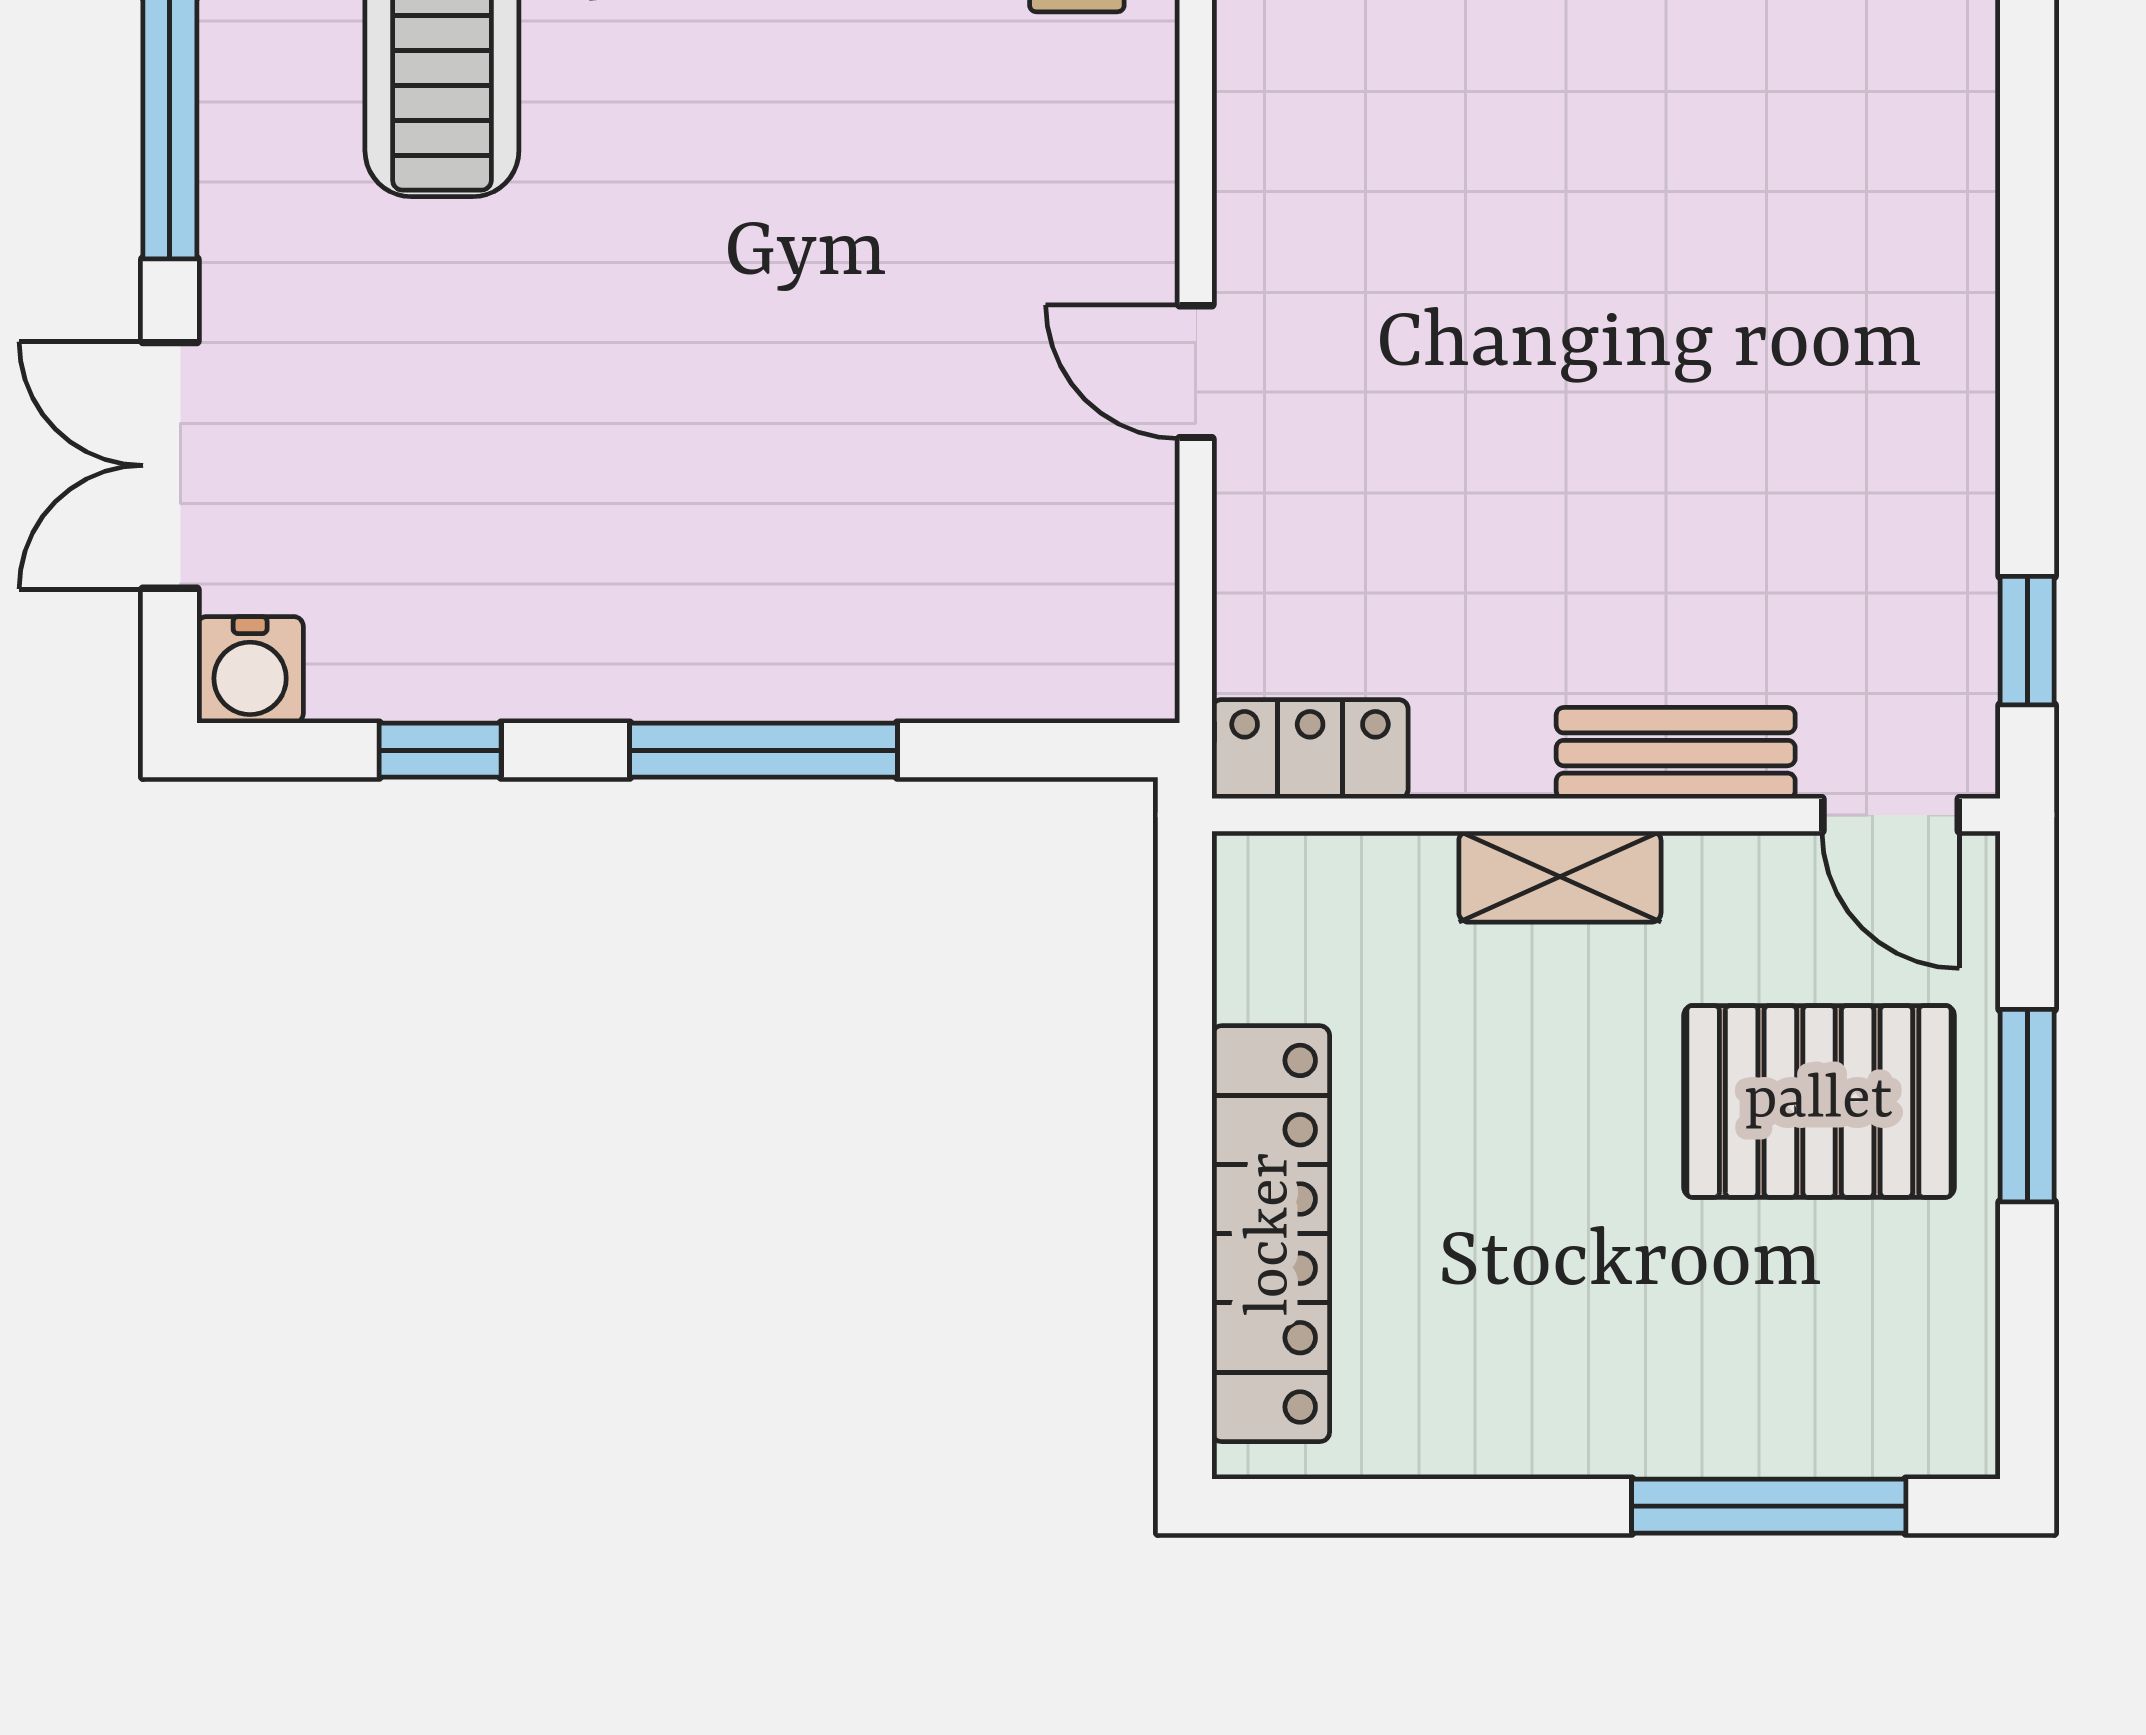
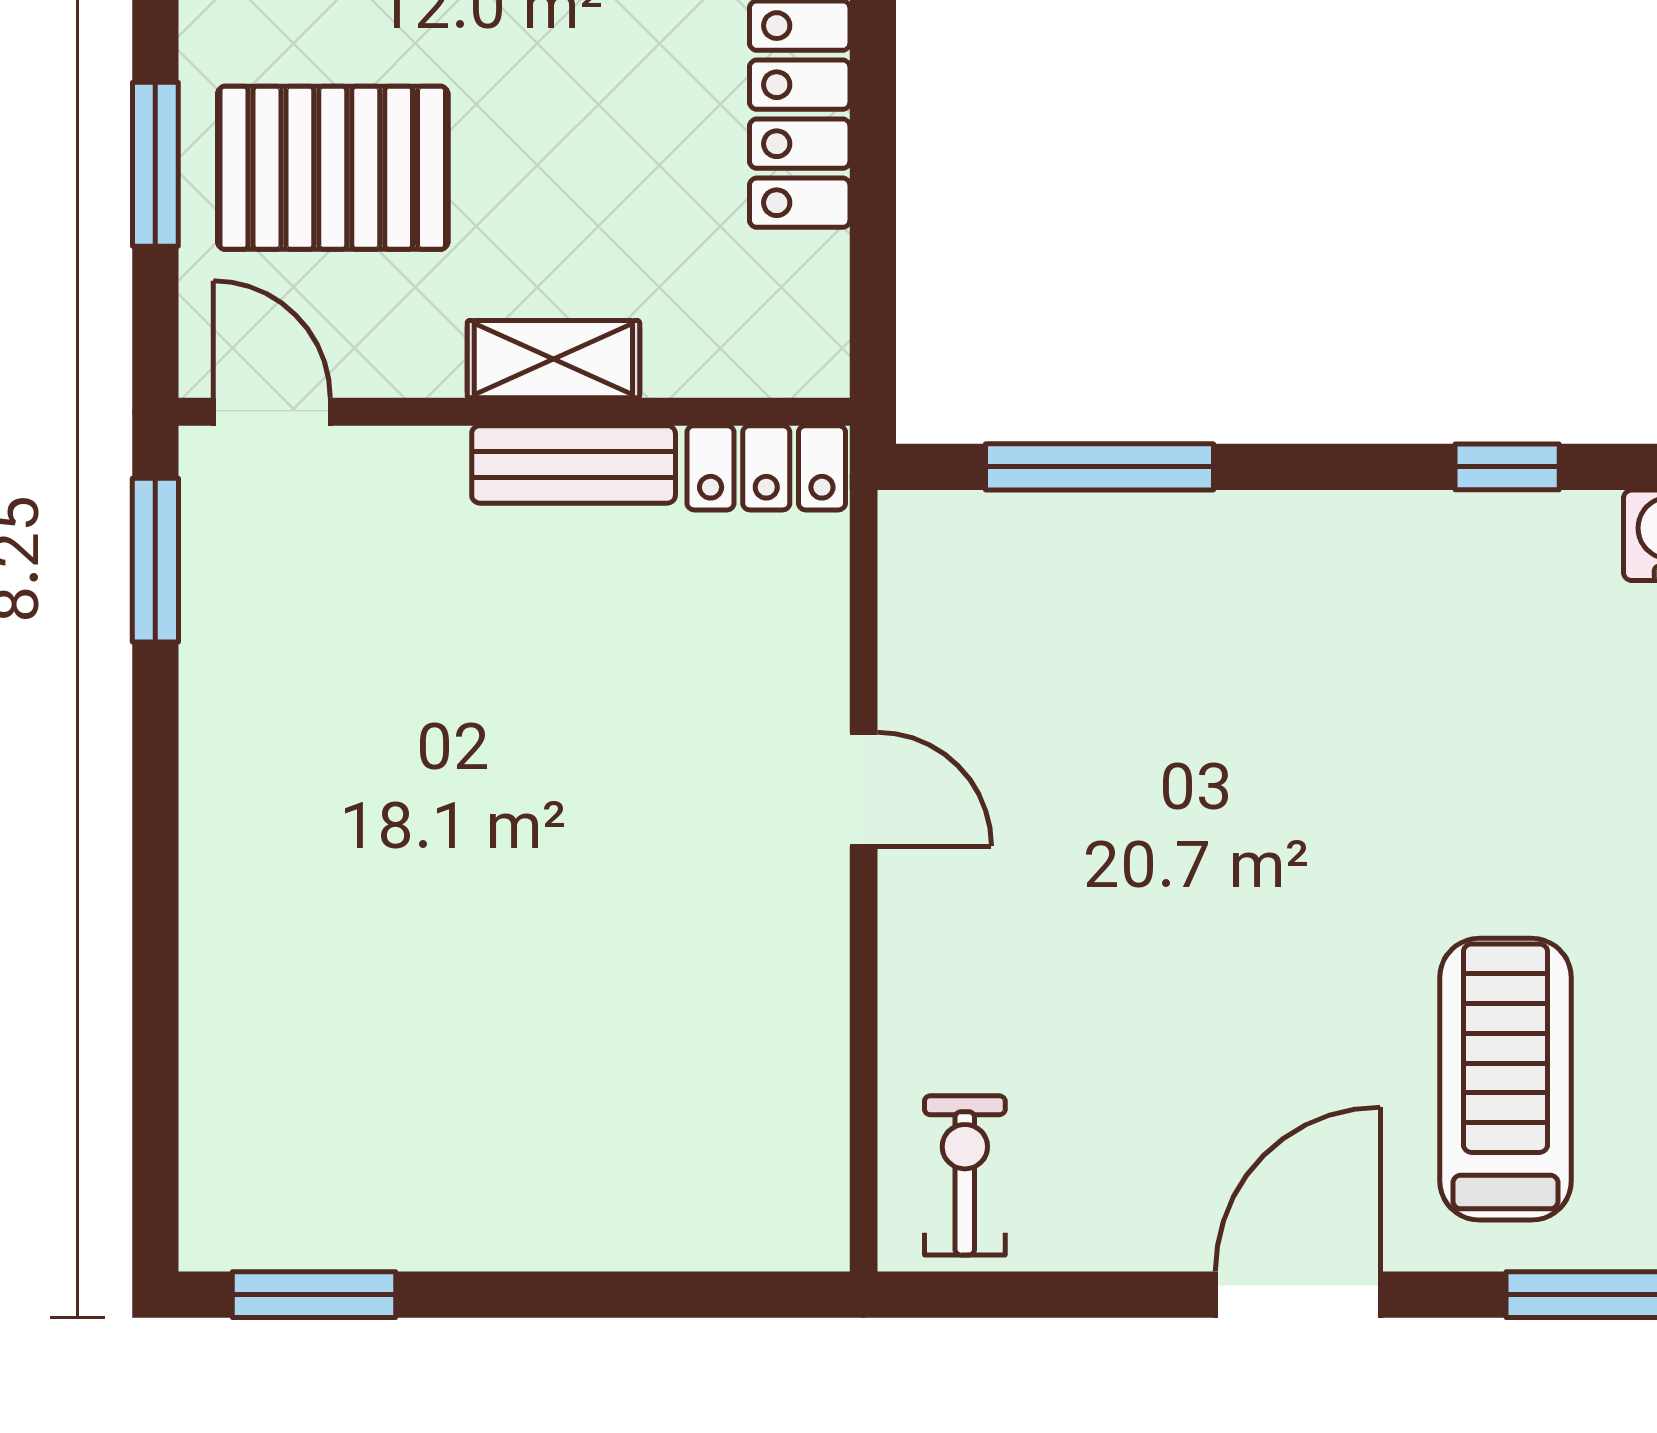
window: (2027, 641) -> (155, 560), width x1.50
window: (764, 750) -> (1099, 467), moved
bench: (1676, 753) -> (574, 464), moved

